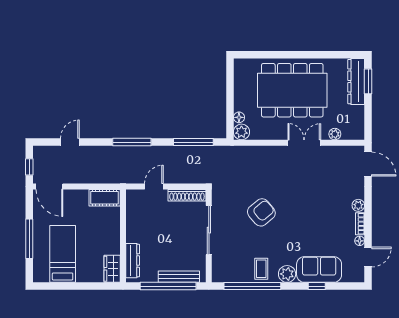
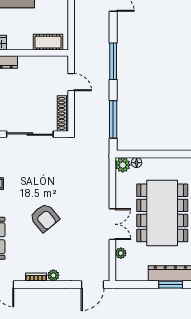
cot: (105, 198) -> (48, 42), moved, turned 90
armchair: (261, 212) -> (45, 218), moved
floor lamp: (360, 241) -> (20, 277), removed

